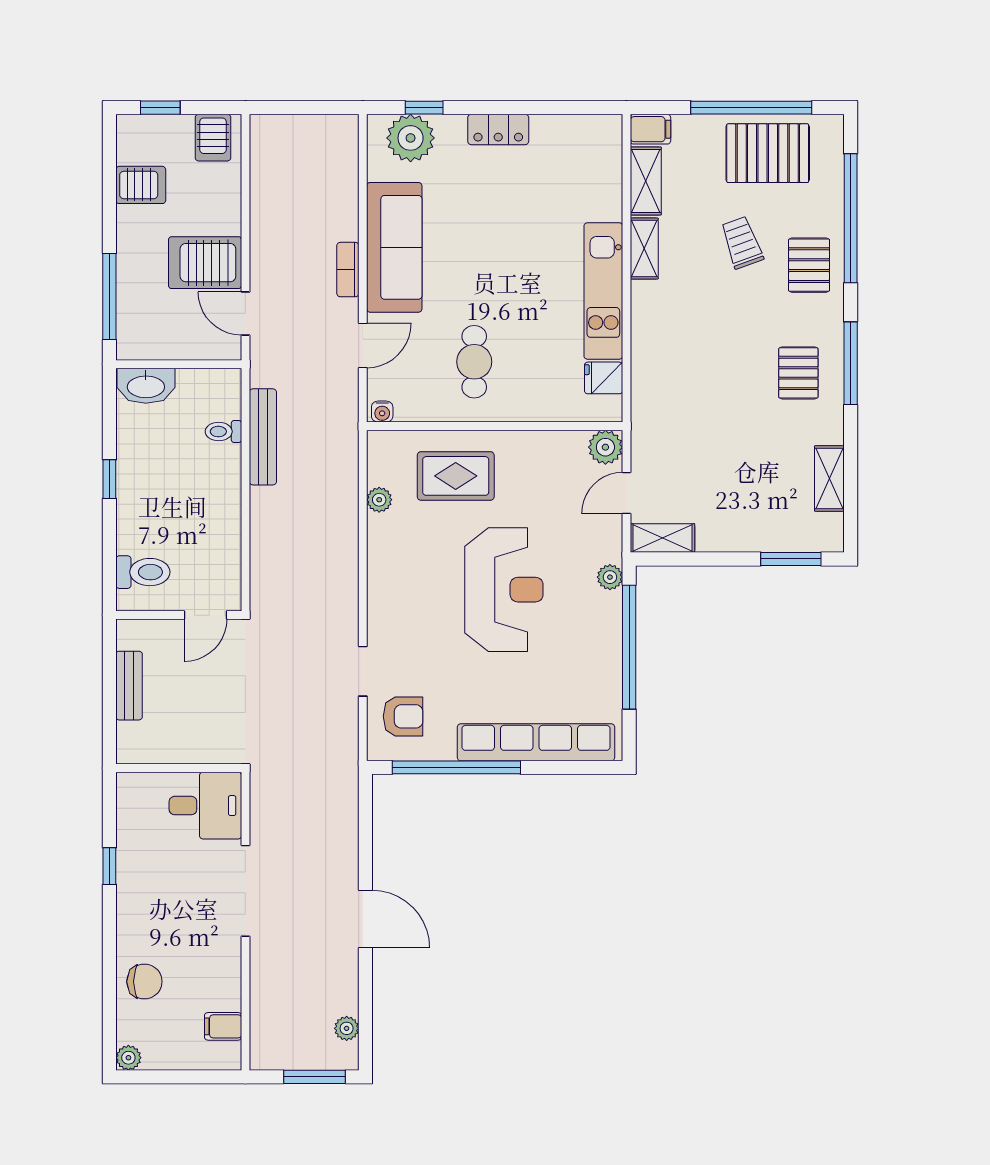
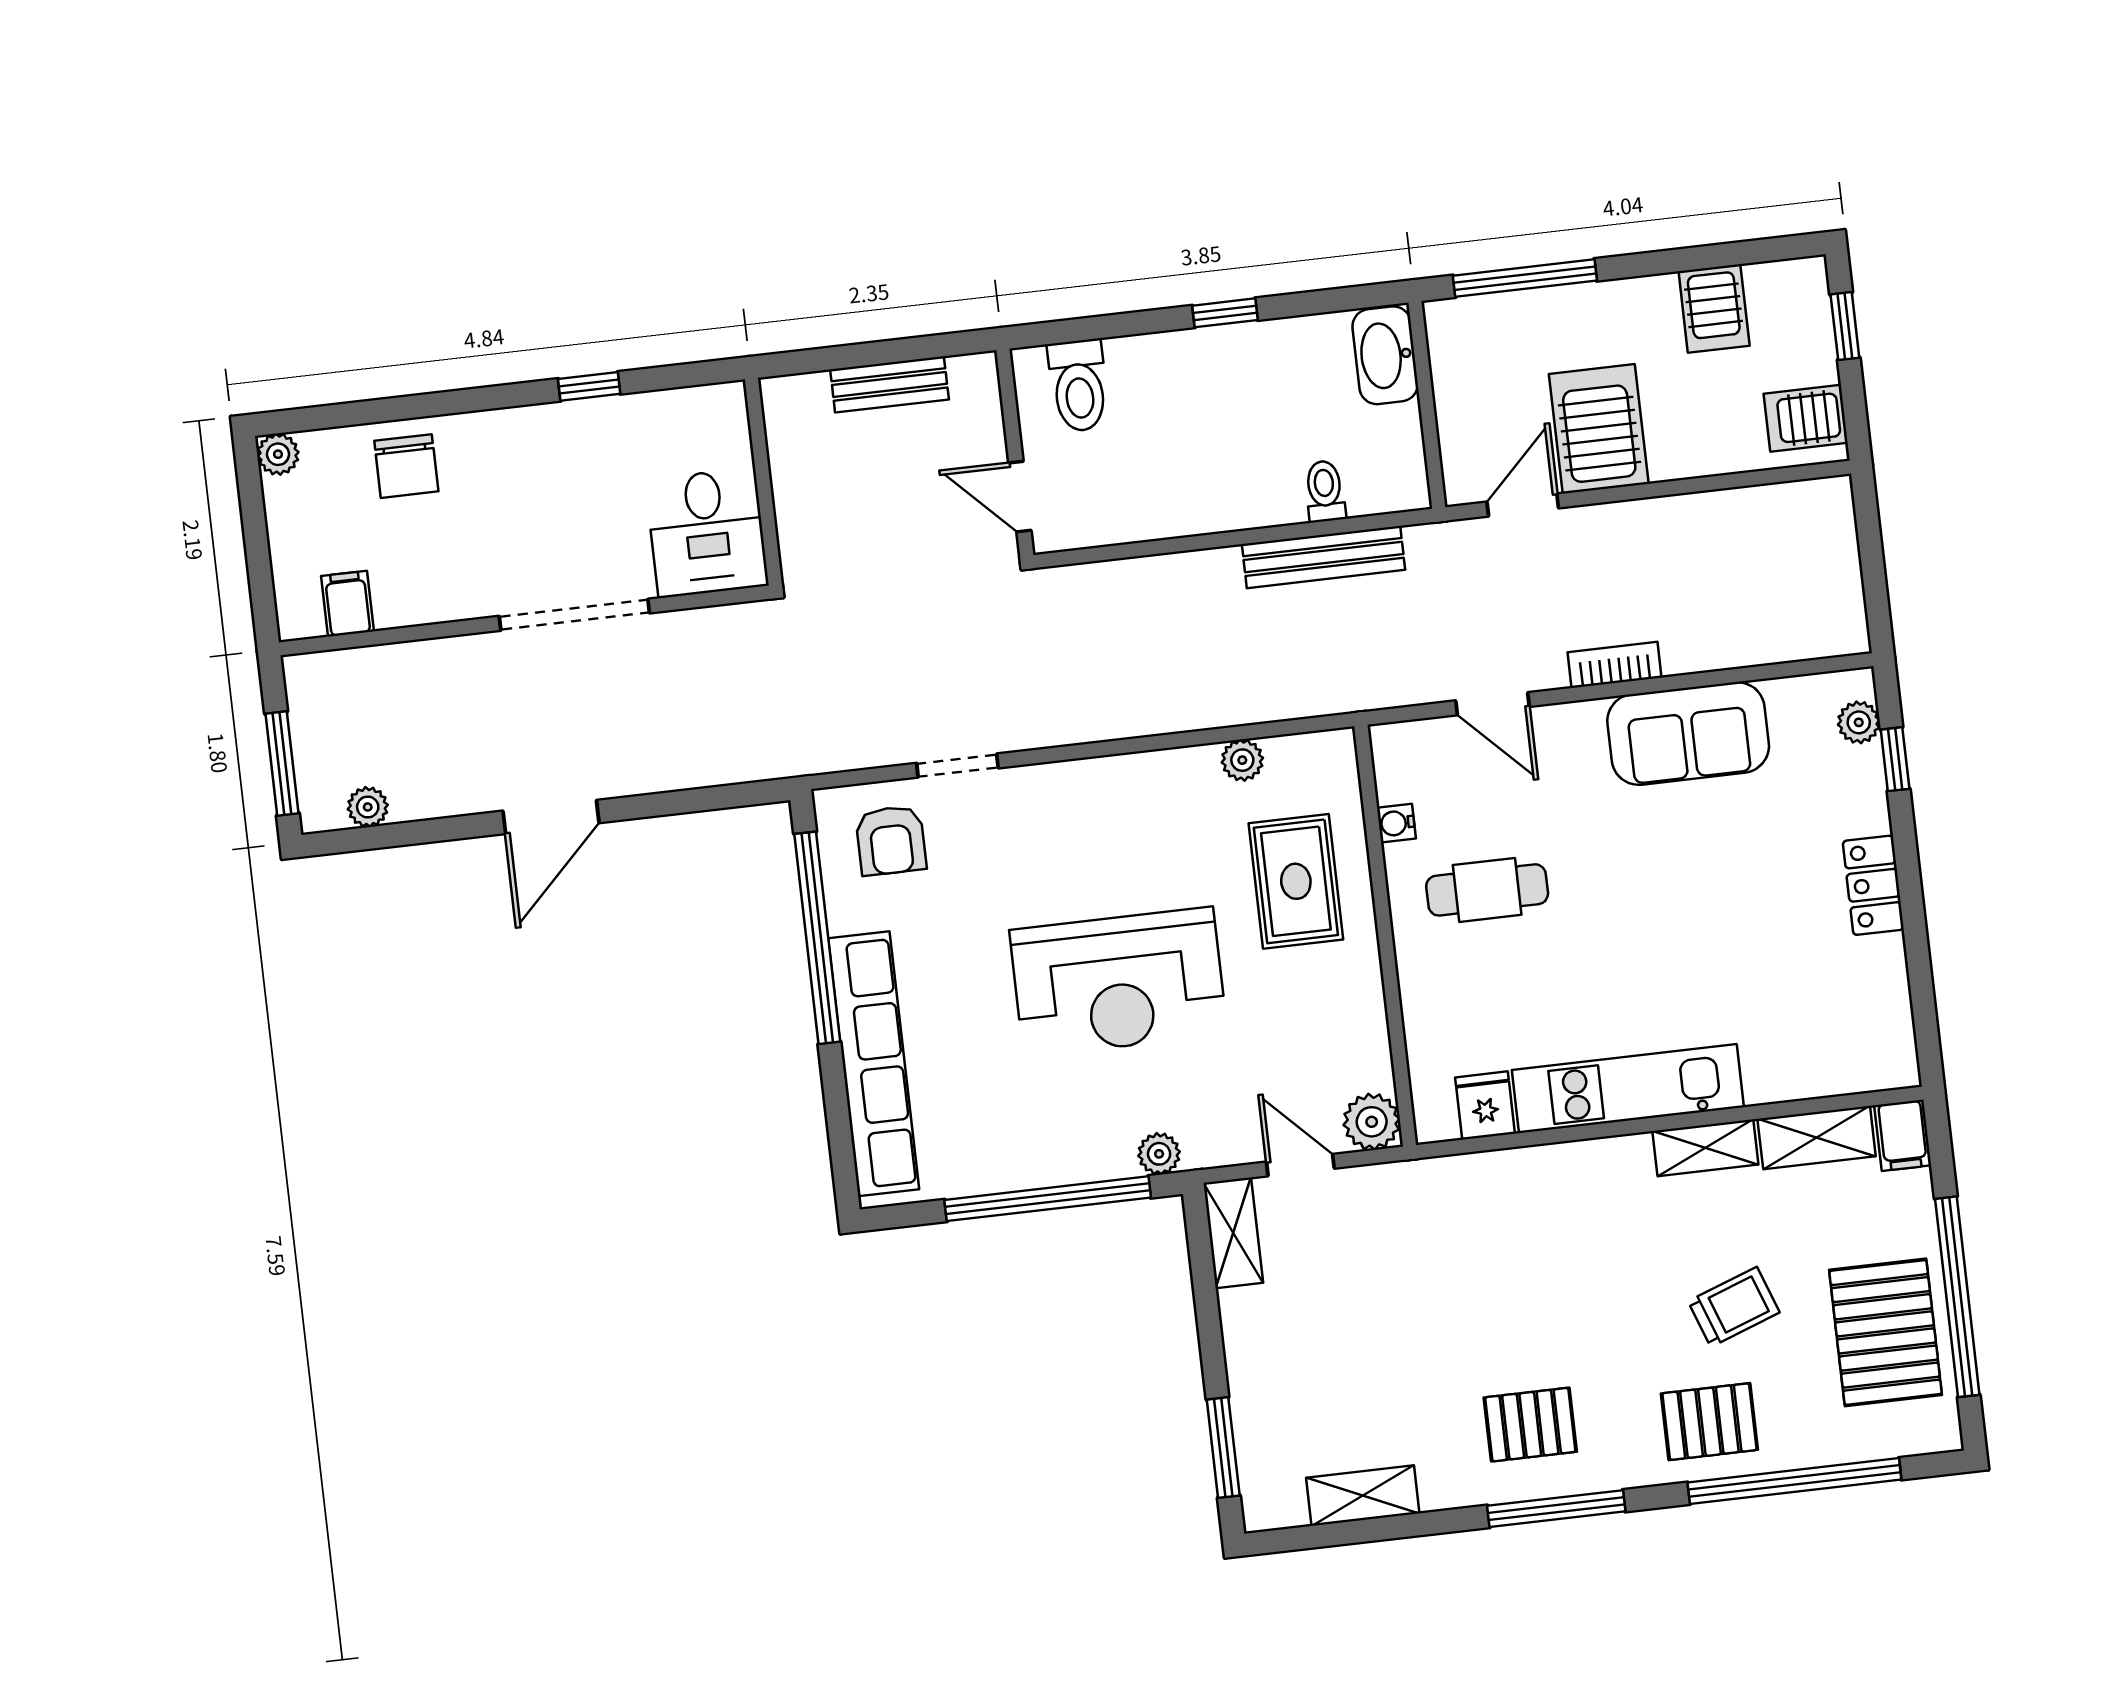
plant: (411, 138) -> (1859, 722), width x0.53, depth x0.53
sofa: (394, 247) -> (1688, 734), width x0.73
water cooler: (382, 412) -> (1396, 823), moved

